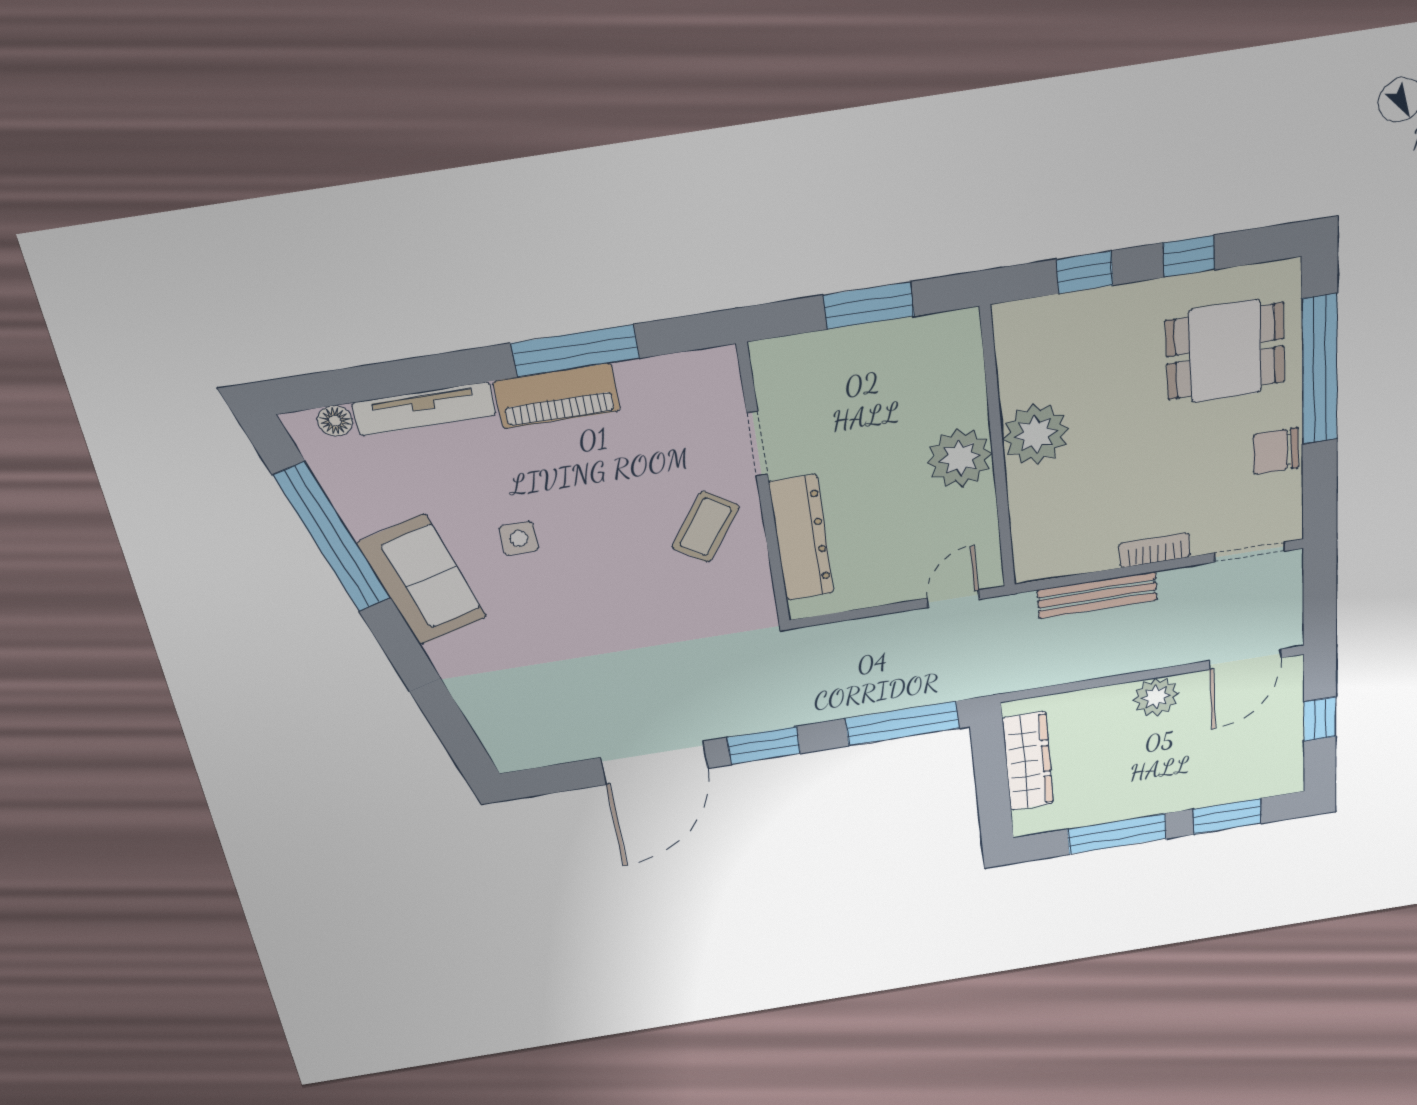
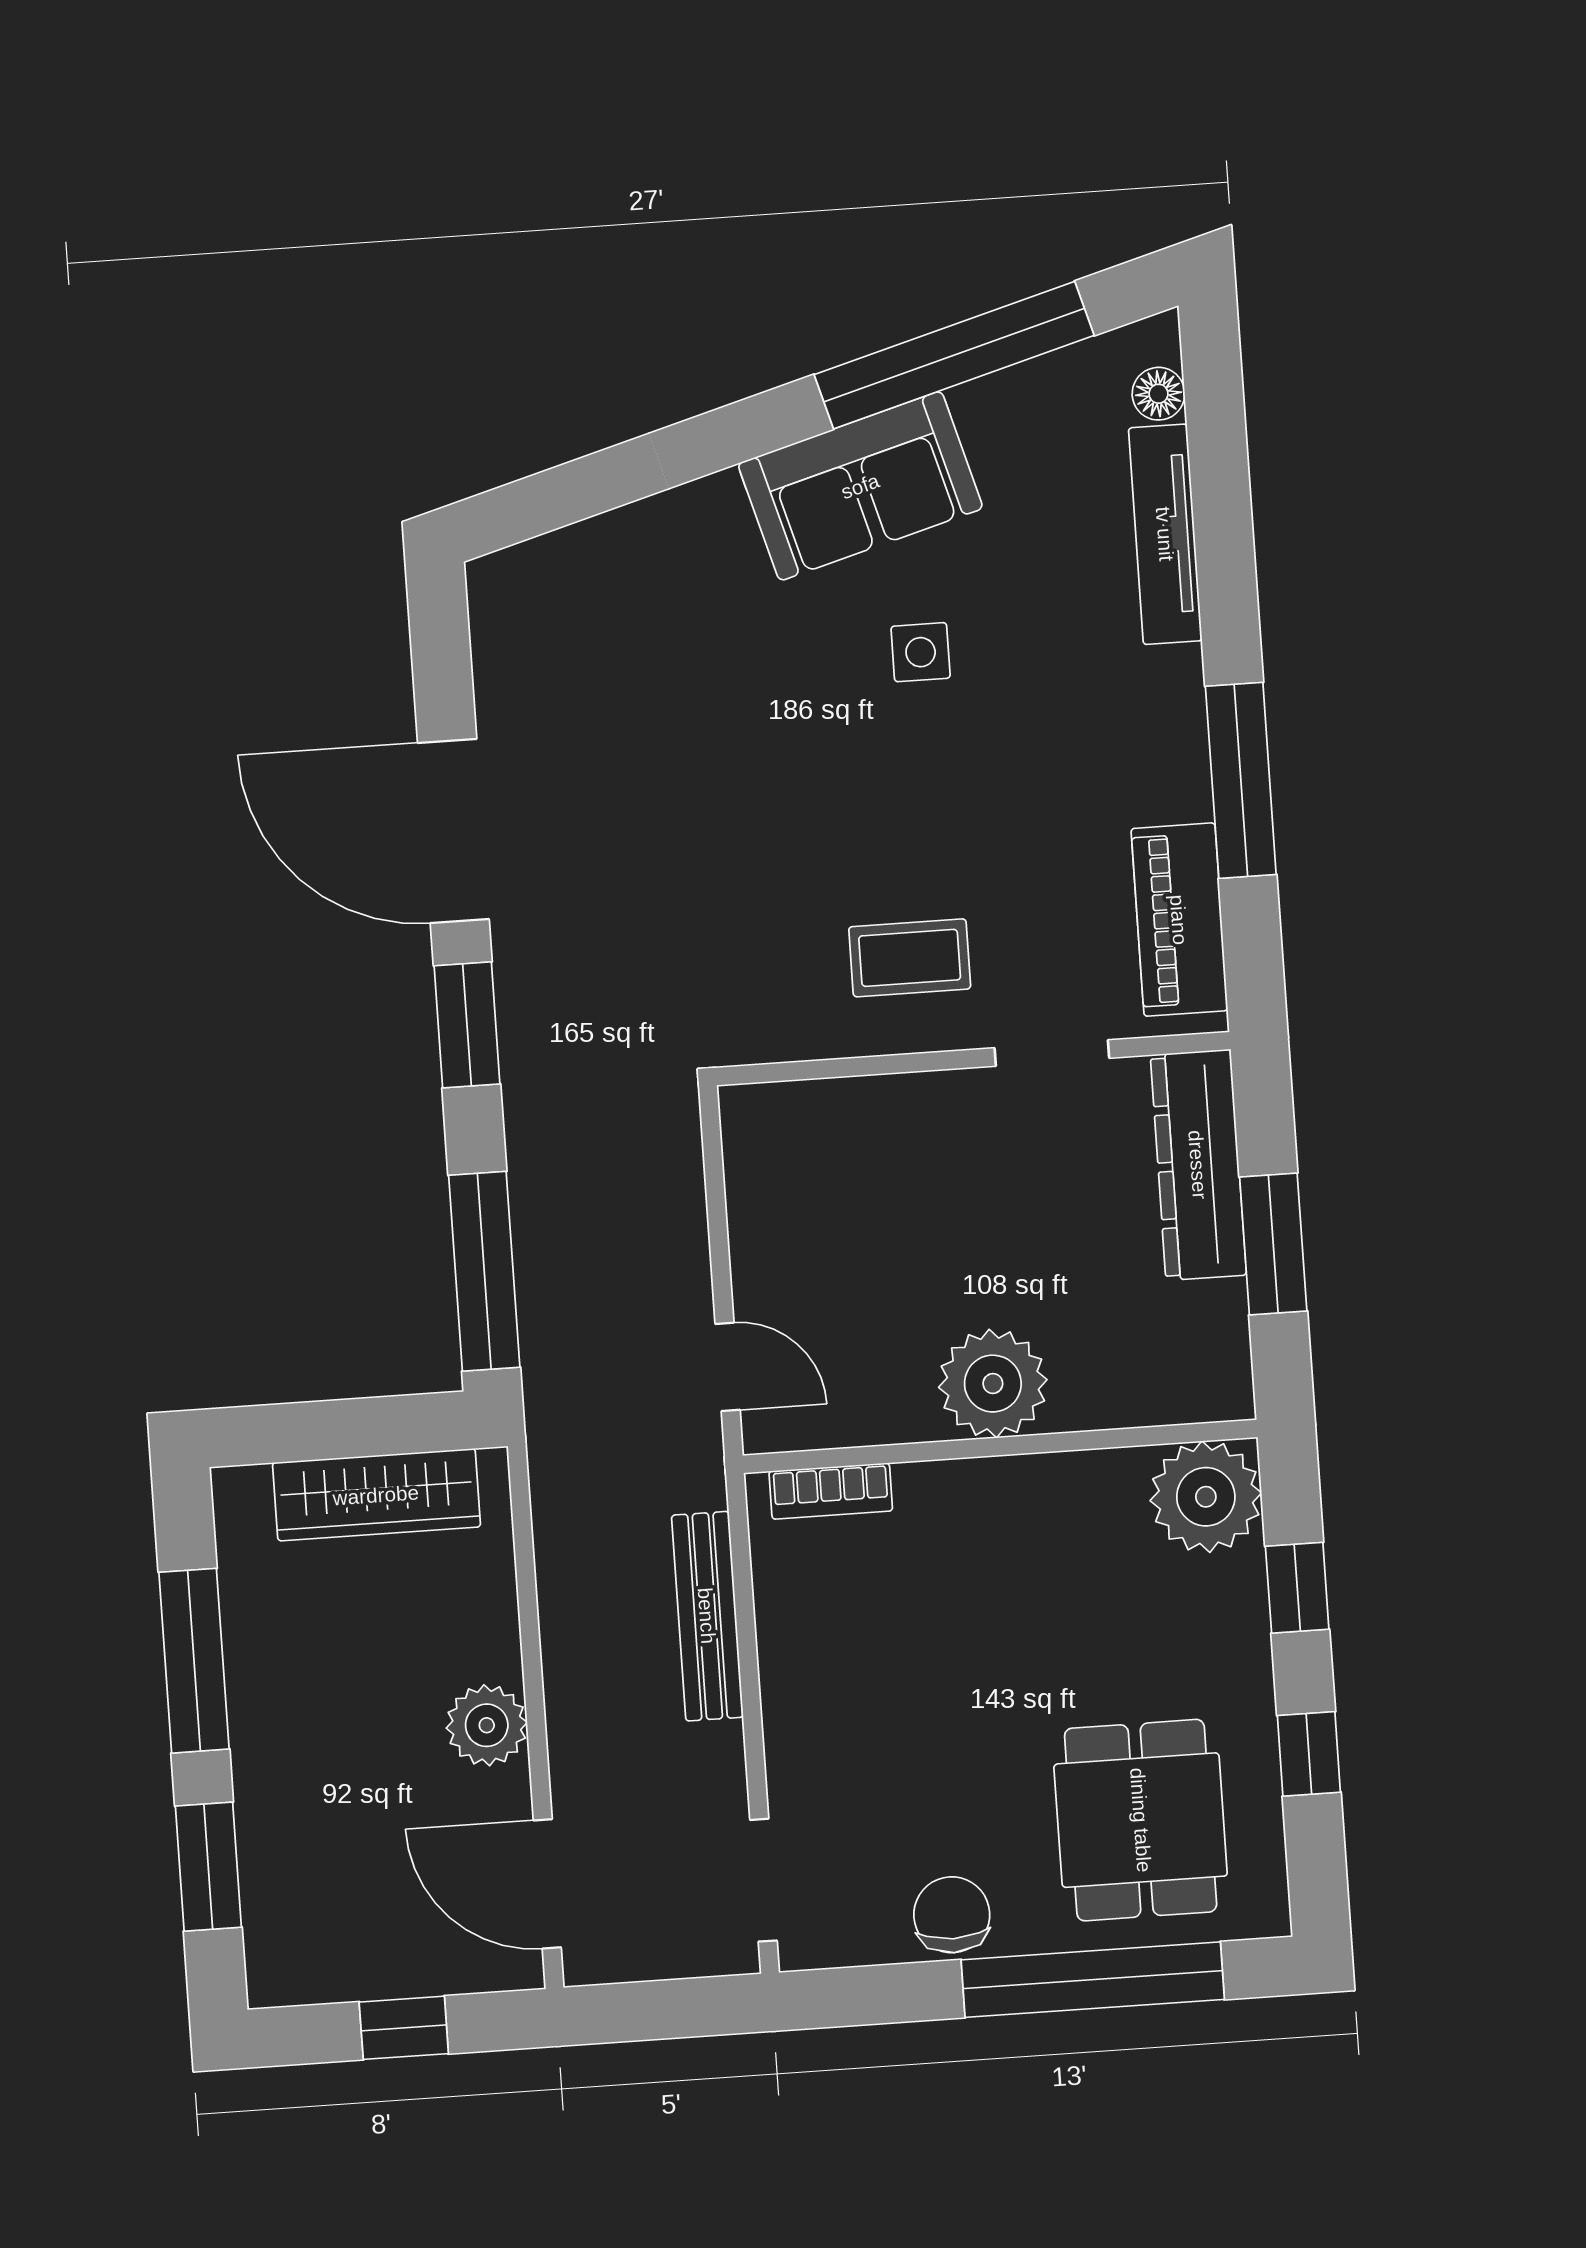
piano: (557, 396) -> (1179, 920), moved
plant: (1036, 434) -> (1206, 1497), moved
coffee table: (705, 527) -> (910, 958), turned -34
dresser: (801, 538) -> (1198, 1165), moved, turned 90
bookcase: (1154, 550) -> (831, 1491), moved, turned 90

